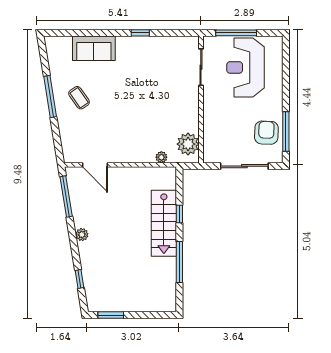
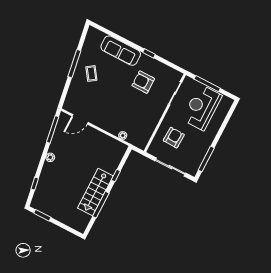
sofa: (94, 48) -> (121, 51), width x1.36
armchair: (152, 74) -> (143, 82), added
armchair: (266, 133) -> (174, 138), moved
plant: (188, 144) -> (143, 136), removed
door: (95, 165) -> (80, 119), hinge flipped
stairs: (164, 223) -> (95, 192), moved

